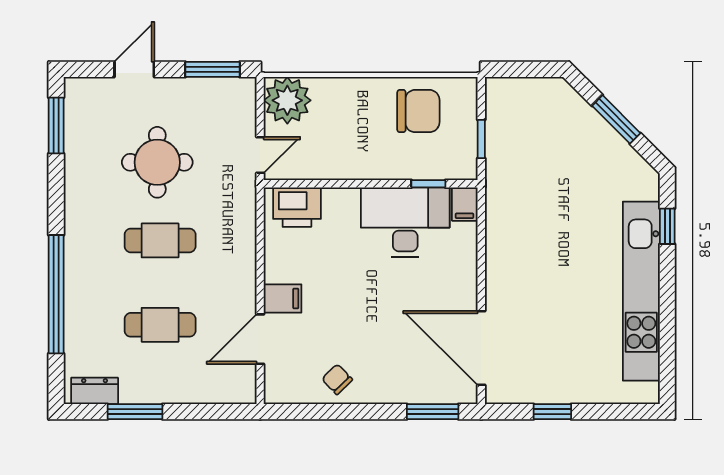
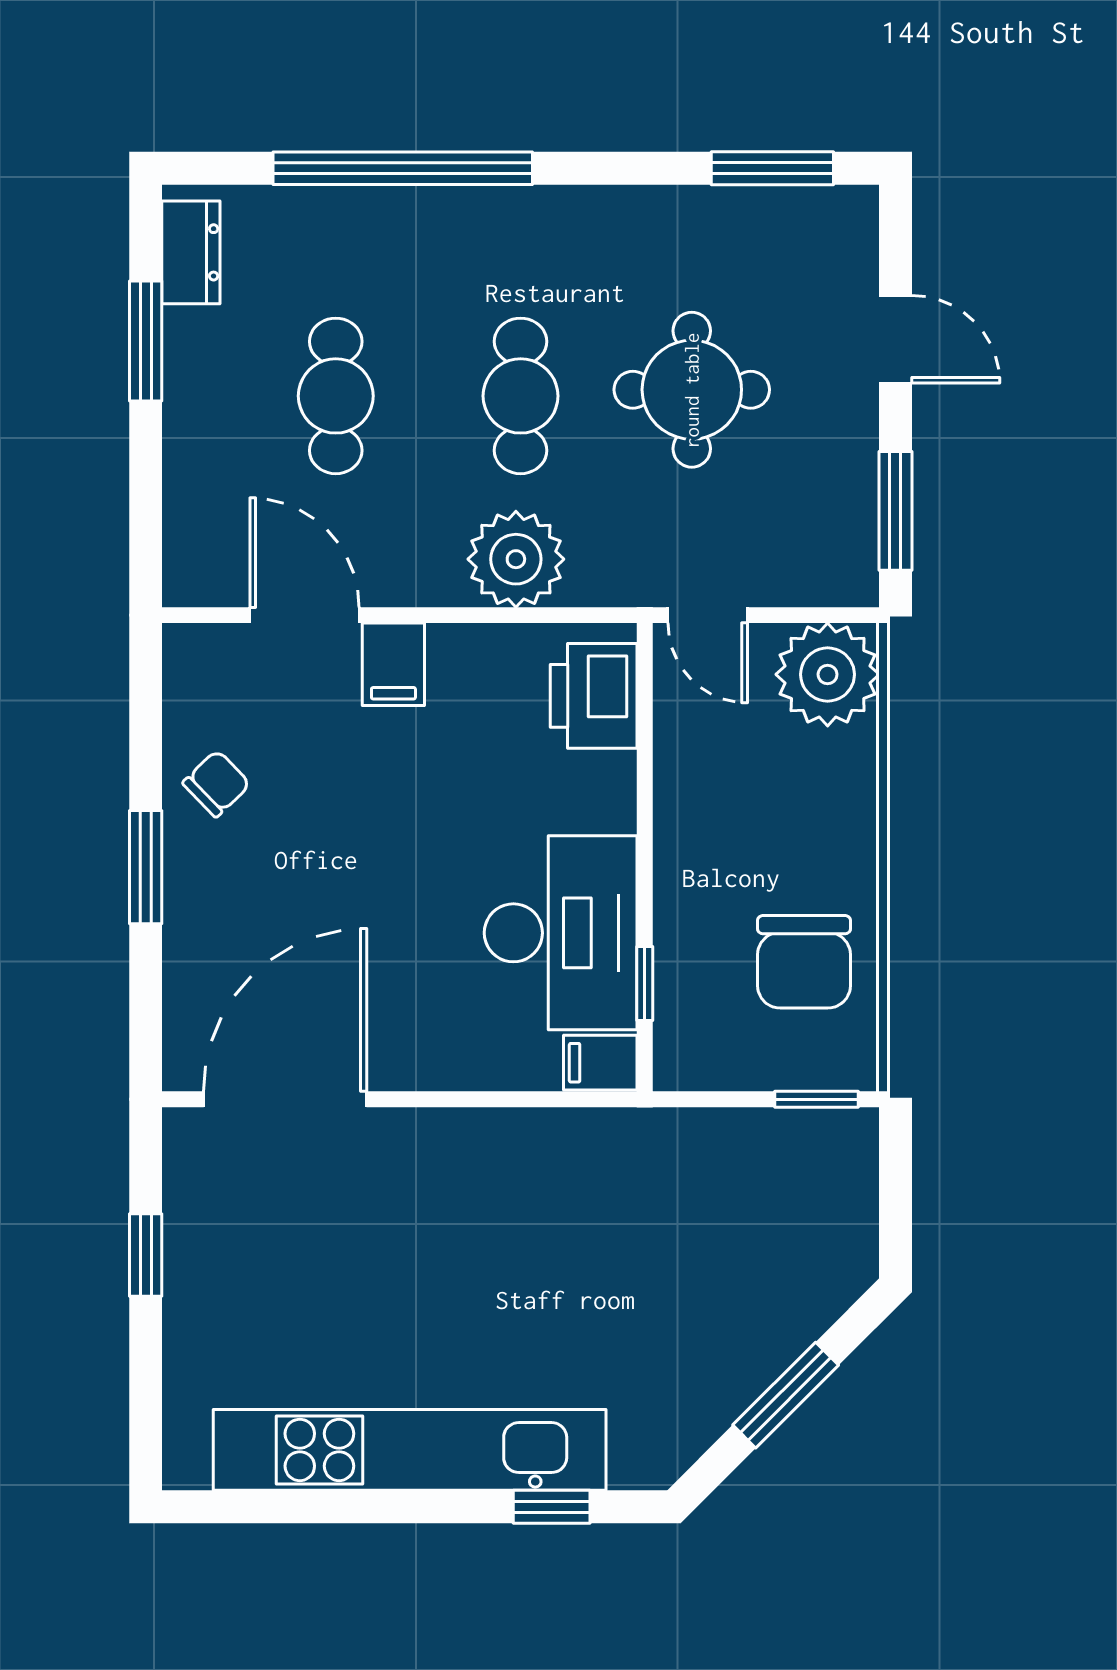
window: (481, 139) -> (817, 1099), moved
plant: (235, 243) -> (516, 559), added
window: (433, 412) -> (146, 867), moved

